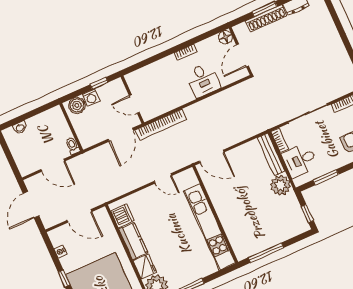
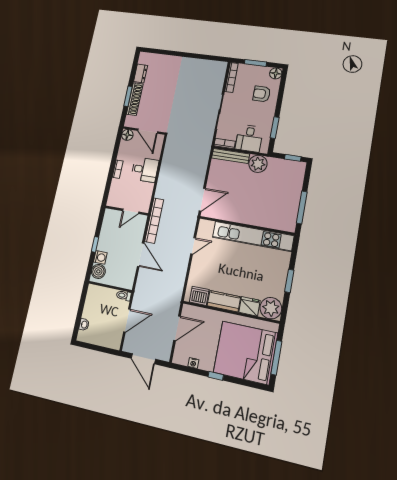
wall: (132, 100) -> (127, 211), moved
door: (134, 104) -> (131, 211), moved

